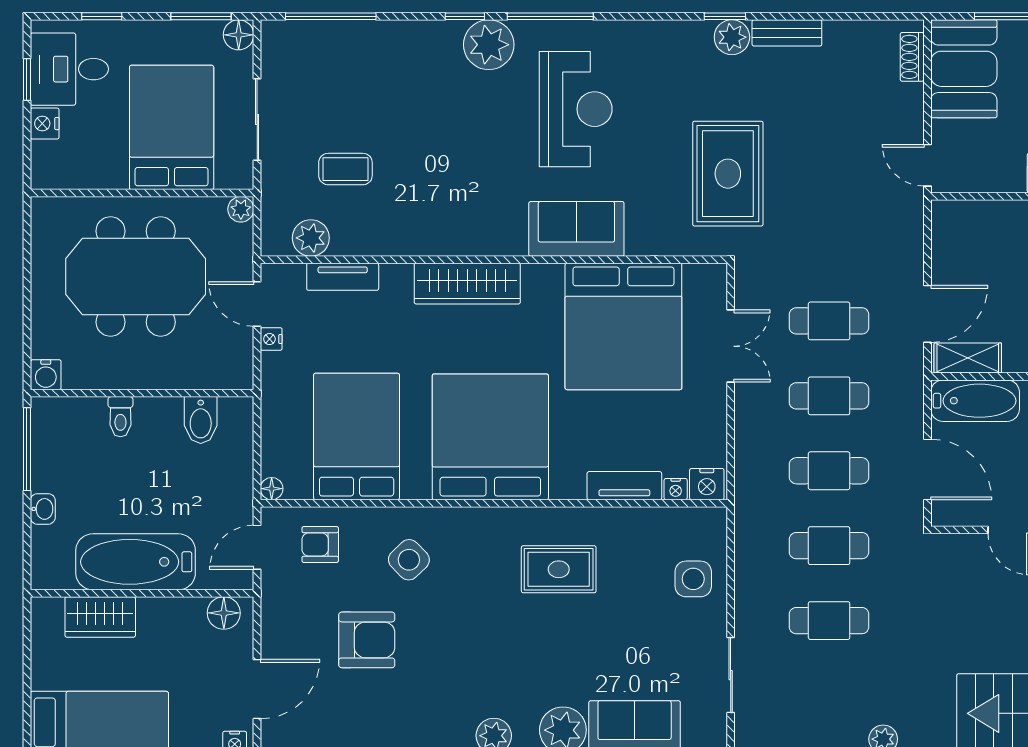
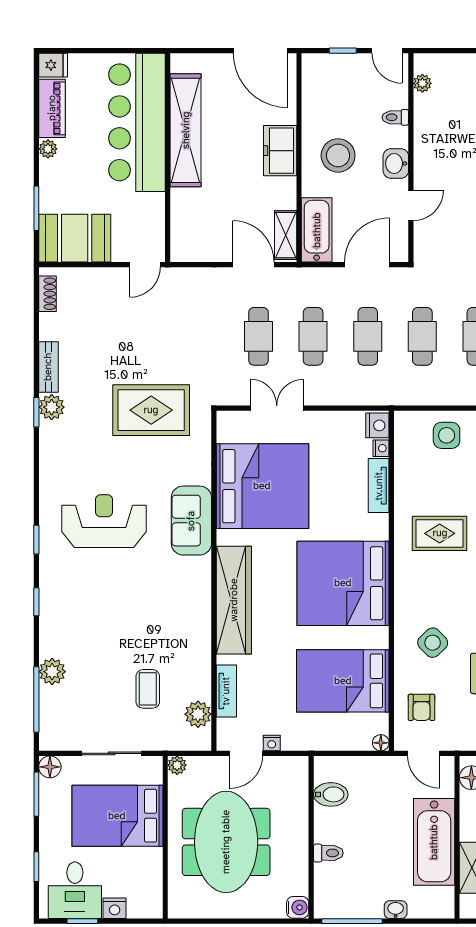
window: (550, 16) -> (36, 540), width x0.46
plant: (489, 45) -> (52, 672), moved, width x0.73, depth x0.73
shoe rack: (912, 57) -> (47, 294), moved, turned -90
wardrobe: (467, 284) -> (234, 600), width x1.40, depth x1.17
rug: (559, 569) -> (440, 533), turned 90

